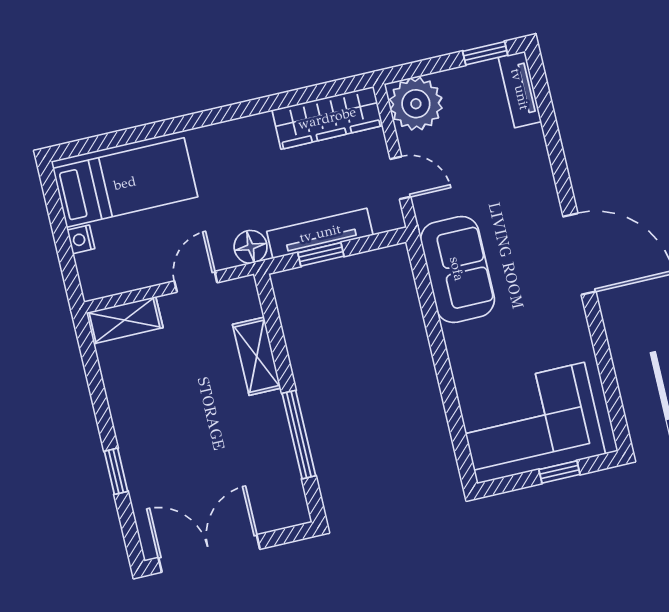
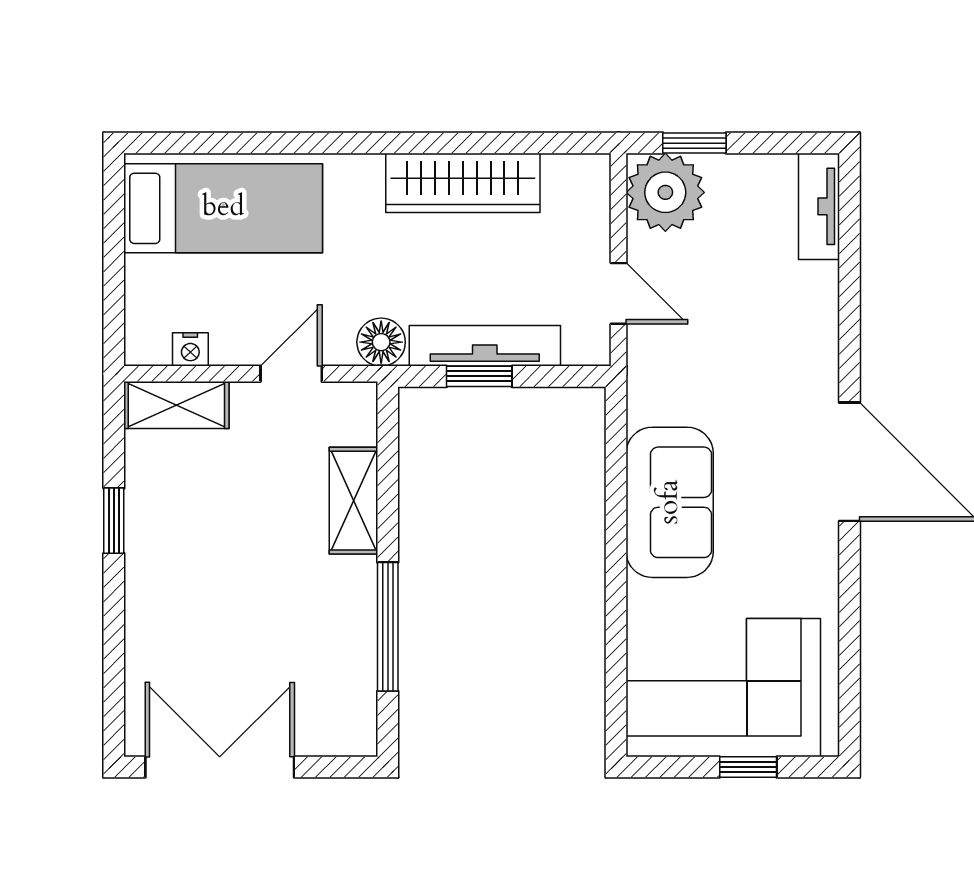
window: (485, 53) -> (694, 143), moved
wardrobe: (327, 118) -> (463, 183), moved
nightstand: (81, 239) -> (190, 349), moved, turned -90
sofa: (457, 269) -> (670, 502), moved
window: (116, 471) -> (114, 521), moved

